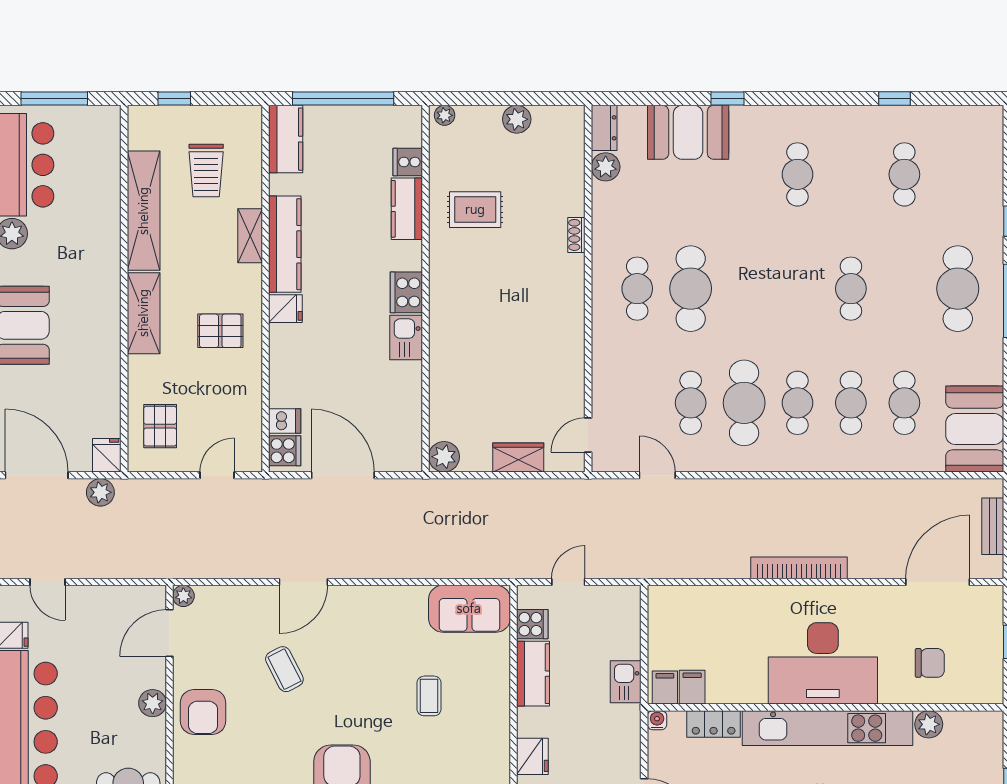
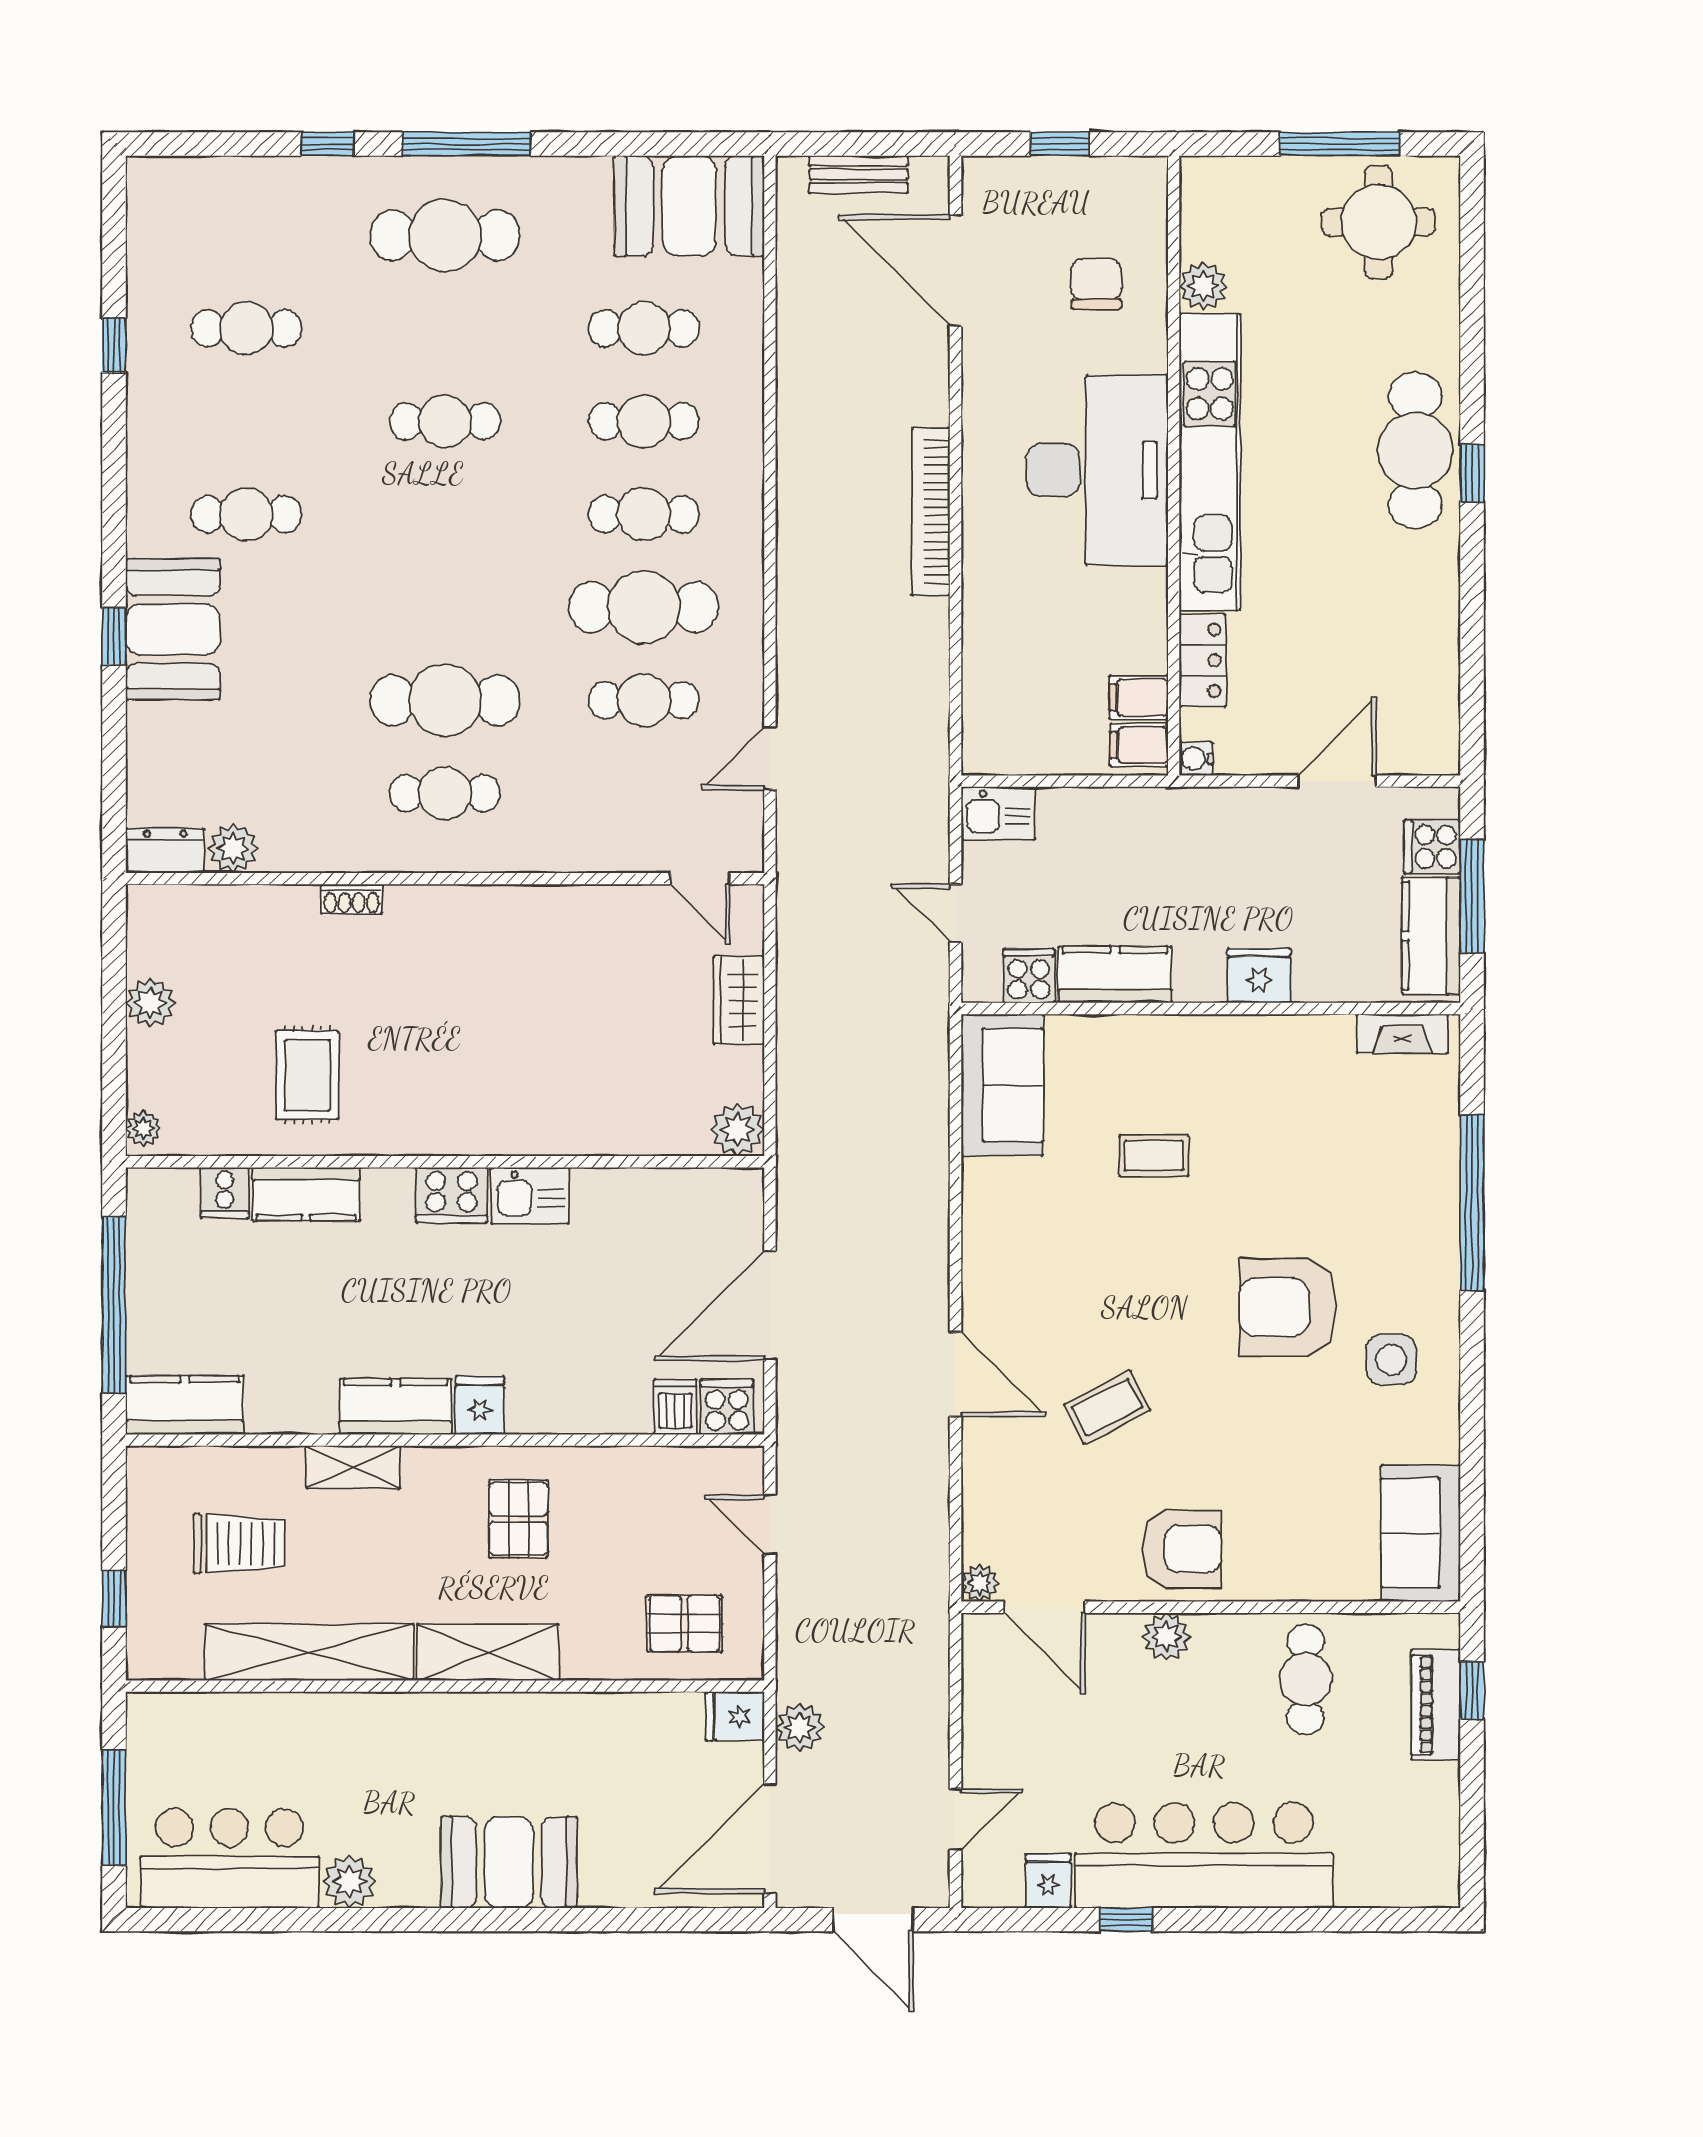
booth: (688, 132) -> (173, 630), moved
kitchen counter: (285, 244) -> (396, 1407), width x0.67
kitchen sink: (626, 682) -> (998, 813), moved

